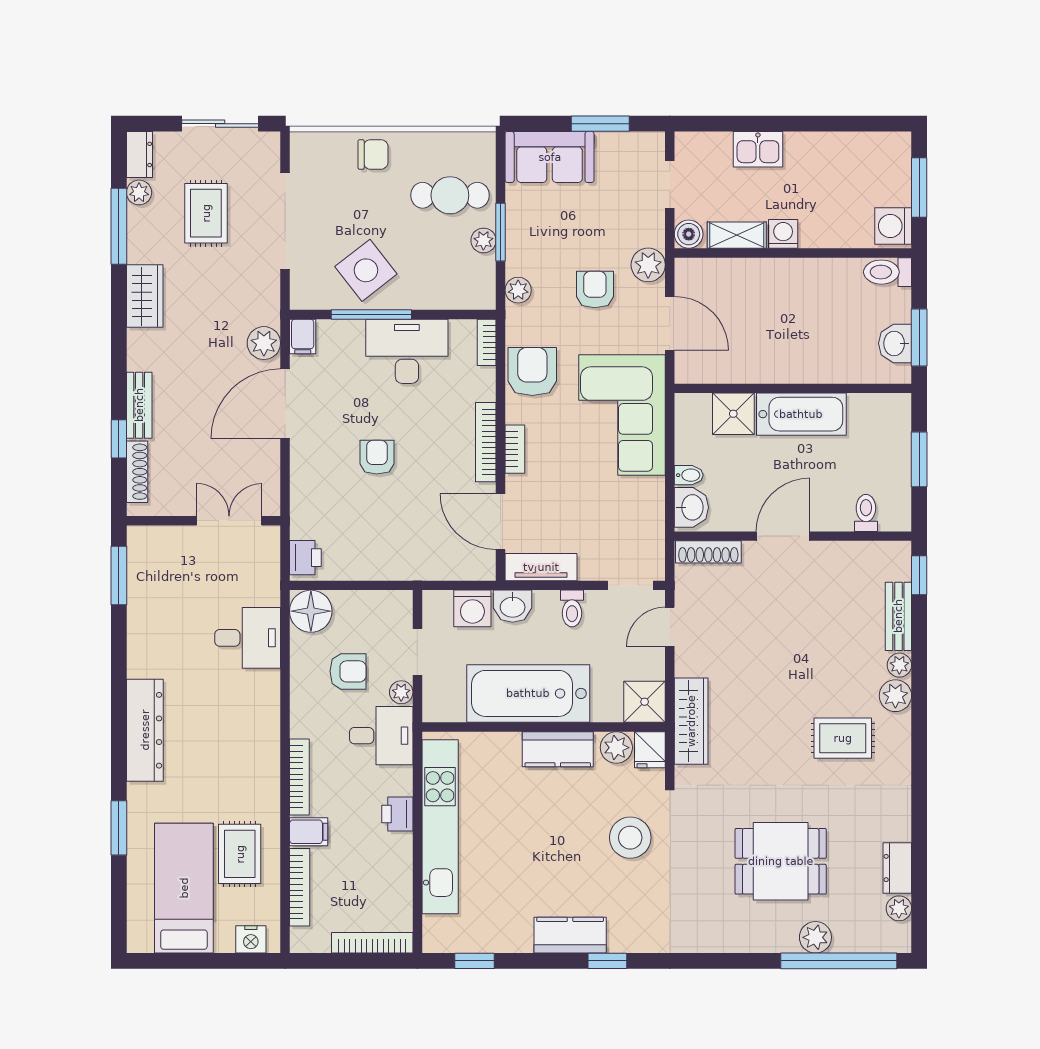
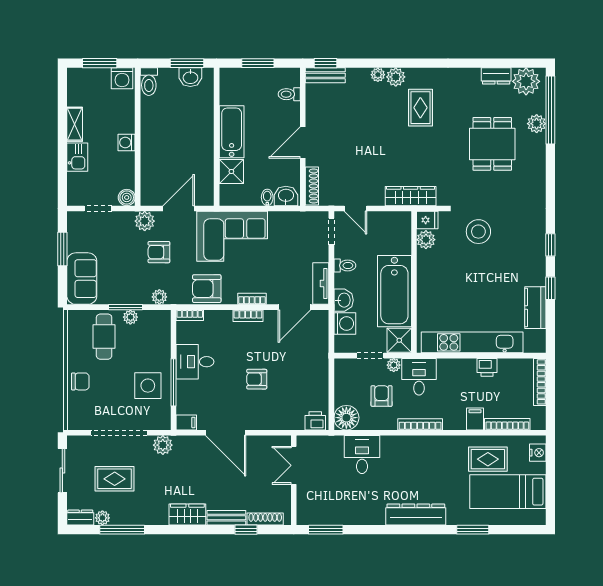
chair: (373, 154) -> (80, 381), turned 90
shelving: (737, 235) -> (75, 124), moved
side table: (366, 270) -> (148, 386), turned 38
wardrobe: (145, 296) -> (187, 515), moved
plant: (264, 343) -> (163, 445), moved
desk: (407, 351) -> (195, 362), width x0.73
bookcase: (486, 442) -> (248, 316), width x0.64
door: (783, 536) -> (303, 143), hinge flipped
bench: (898, 616) -> (325, 75), moved
shower: (645, 702) -> (399, 340), moved
kitchen counter: (558, 749) -> (427, 274), removed
bookcase: (299, 777) -> (420, 424), moved
printer: (397, 814) -> (487, 367), moved
plant: (899, 908) -> (526, 81), width x1.87, depth x1.87
kitchen counter: (570, 935) -> (535, 308), moved
window: (474, 961) -> (550, 288), moved

